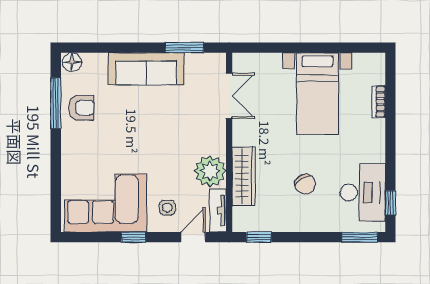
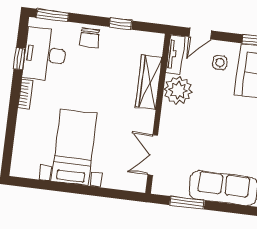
bookcase: (379, 102) -> (25, 94), moved
chair: (305, 184) -> (90, 38), moved, turned -149
window: (390, 203) -> (19, 59), moved
window: (259, 237) -> (121, 24), moved

